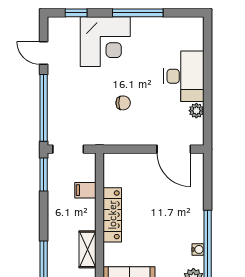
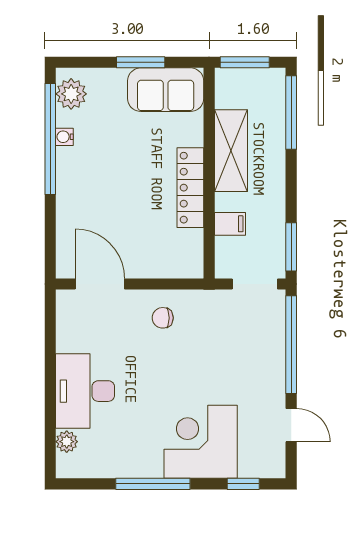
chair: (123, 103) -> (163, 318), moved
plant: (196, 111) -> (67, 442), moved
shelving: (87, 249) -> (231, 151), width x1.50, depth x1.33

